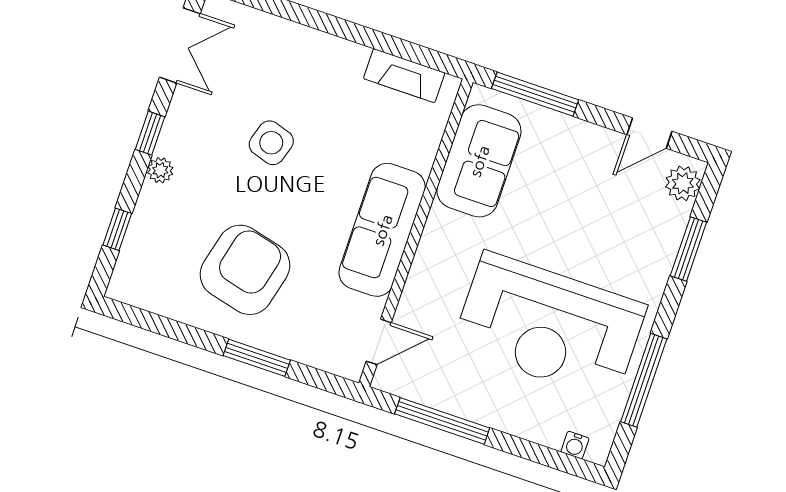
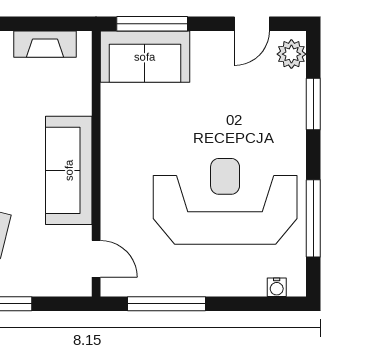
sofa: (479, 161) -> (145, 57), moved, turned 90
reception desk: (549, 326) -> (225, 201), turned 180
door: (379, 342) -> (96, 259), hinge flipped

